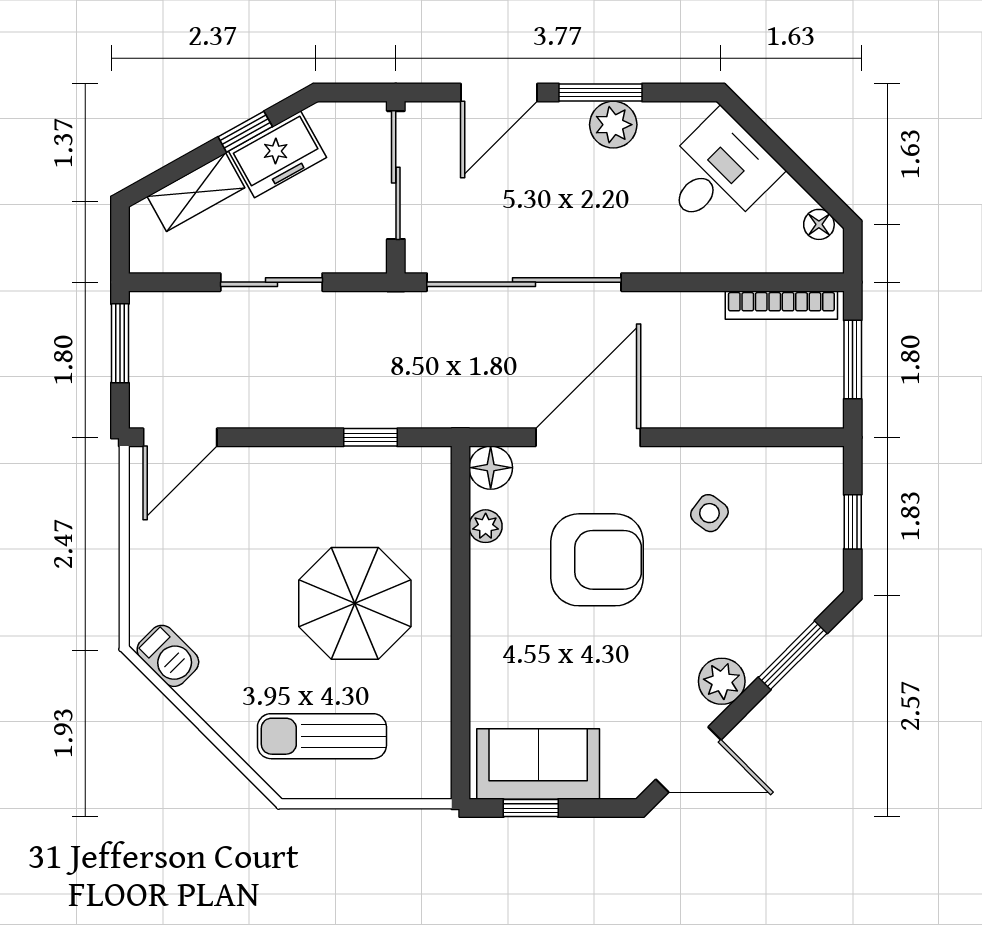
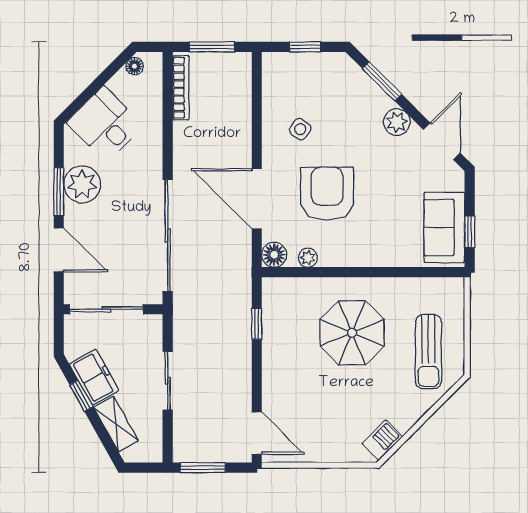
plant: (613, 125) -> (82, 184), width x1.36, depth x1.36

